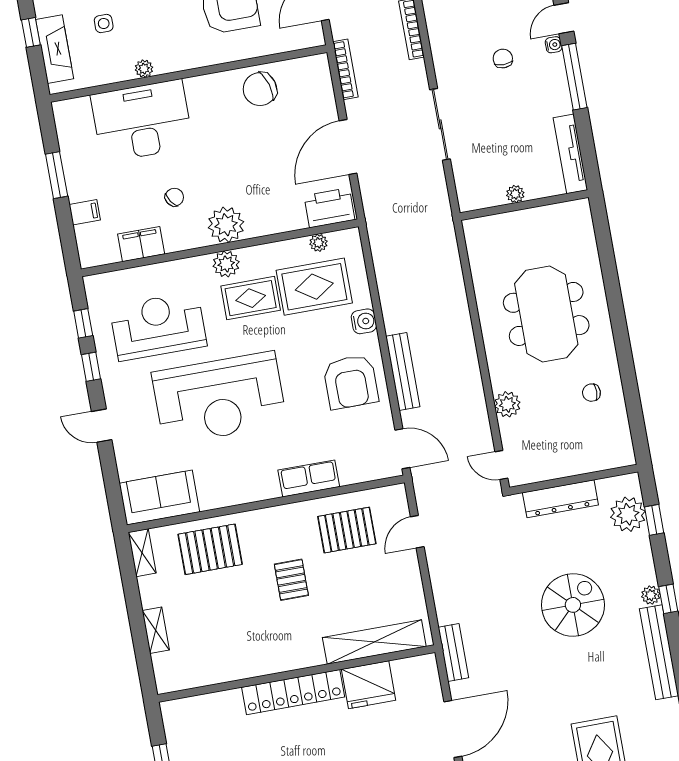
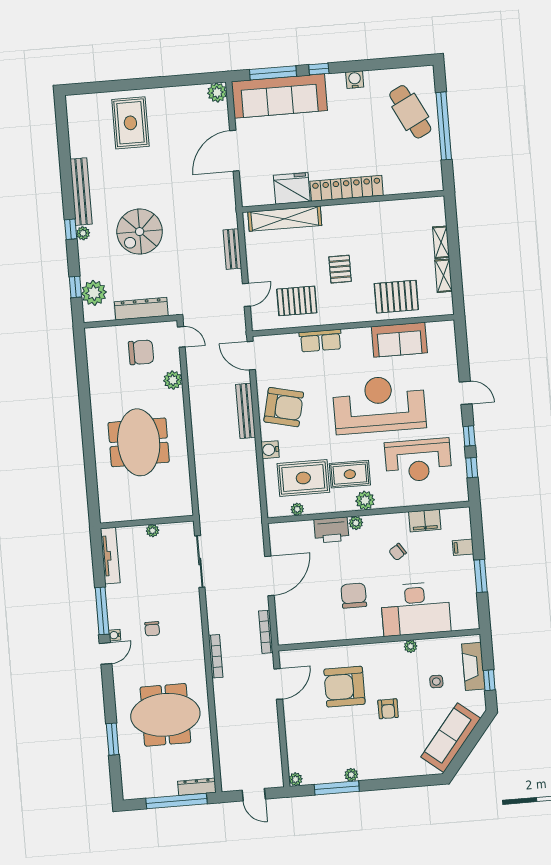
chair: (260, 89) -> (354, 596), moved, turned -73
sliding door: (440, 124) -> (200, 561), moved
printer: (329, 208) -> (331, 530), moved
plant: (226, 225) -> (356, 523), width x0.53, depth x0.53
armchair: (351, 382) -> (284, 407), turned 103
chair: (591, 393) -> (141, 352), moved, width x1.87, depth x1.87
sofa: (159, 498) -> (399, 340), moved
shelving: (142, 553) -> (443, 276), moved
bench: (453, 653) -> (232, 249), moved

